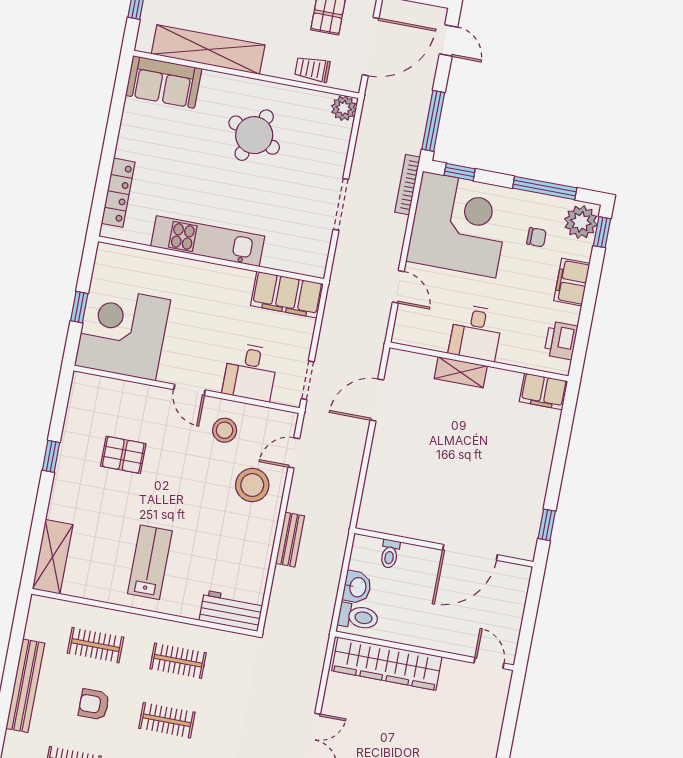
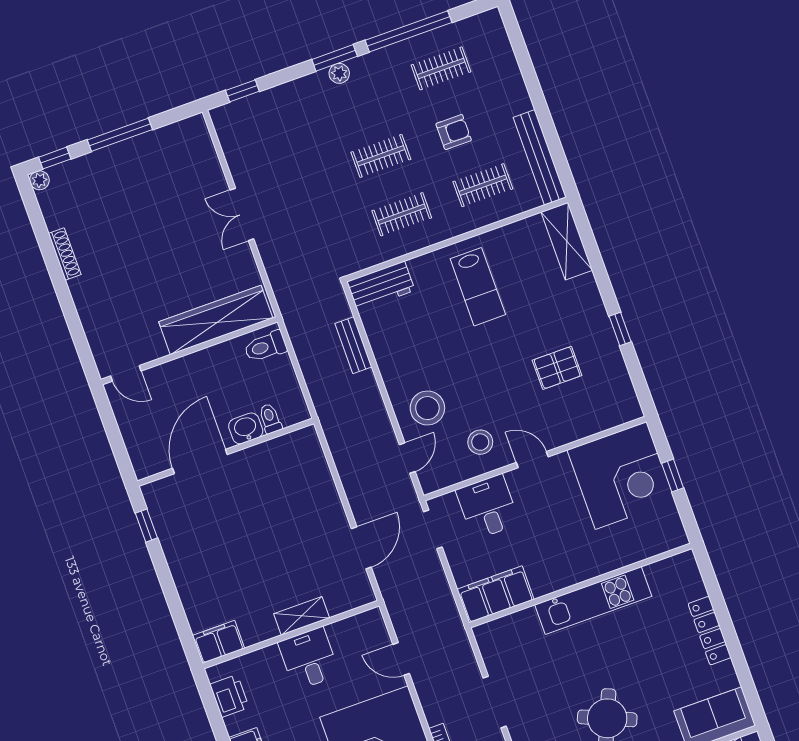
locker: (118, 193) -> (710, 631), moved
bench: (290, 540) -> (353, 345), moved
washbasin: (357, 587) -> (246, 428), moved, turned 90
bench: (25, 686) -> (540, 157), moved

